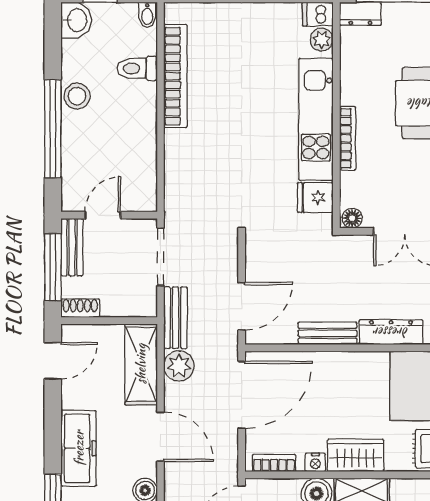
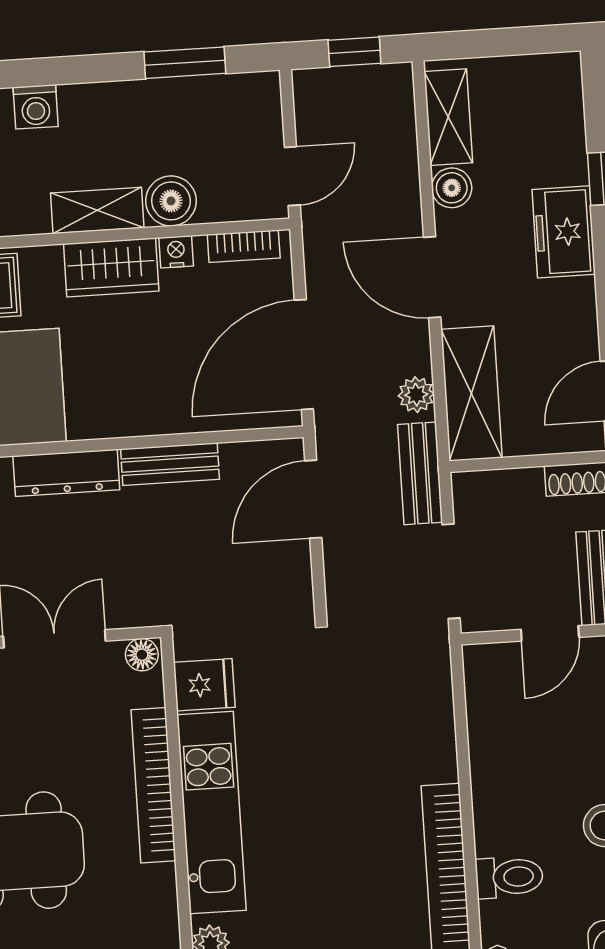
bookcase: (348, 138) -> (153, 785), width x1.48, depth x1.31
plant: (179, 366) -> (416, 395), width x0.73, depth x0.73
freezer: (79, 448) -> (564, 232), width x0.71

